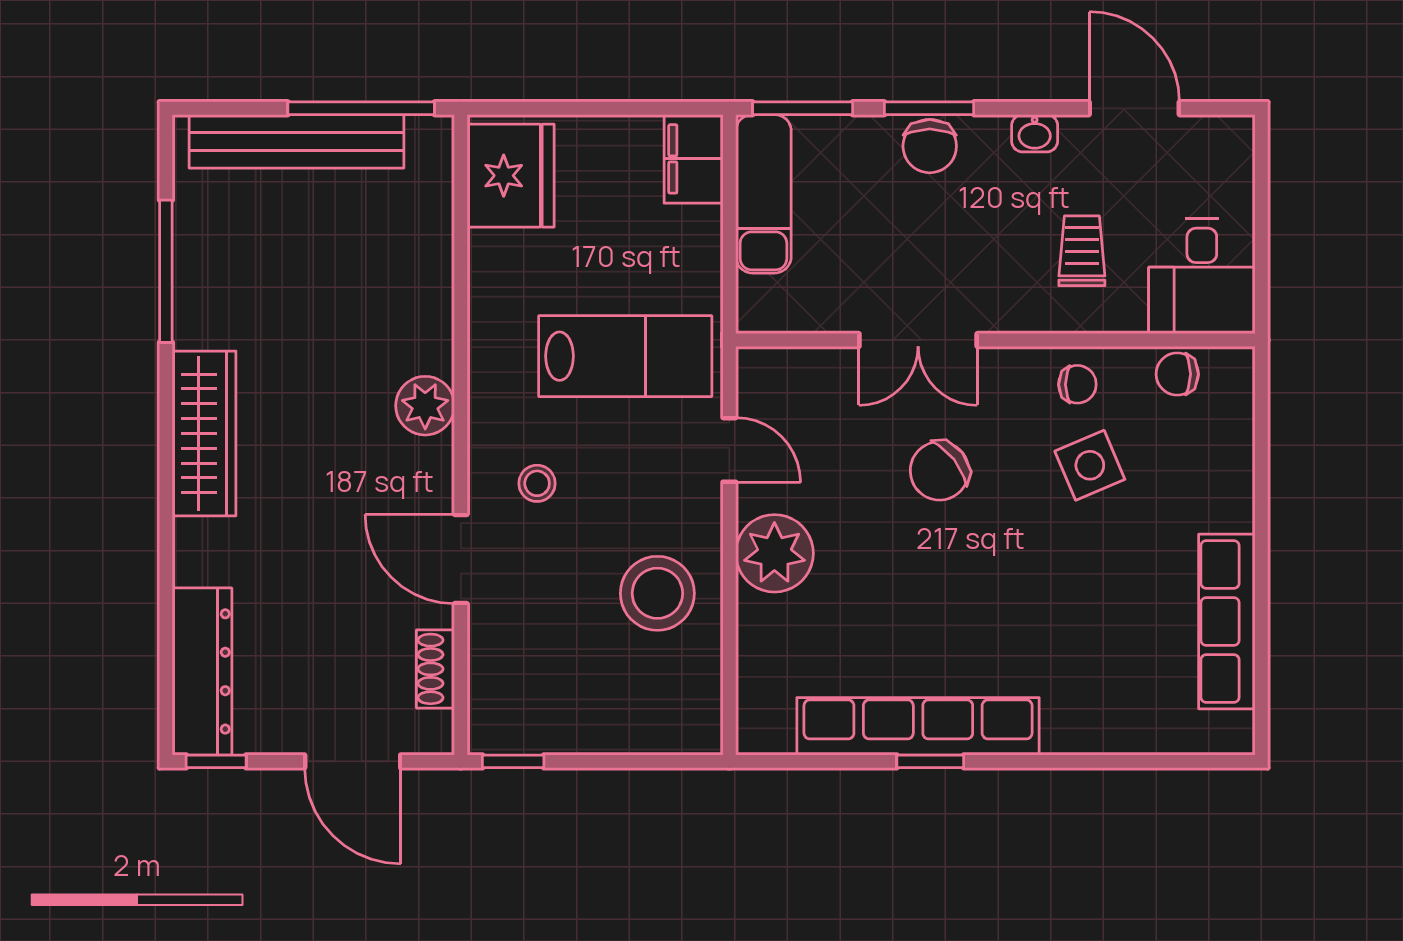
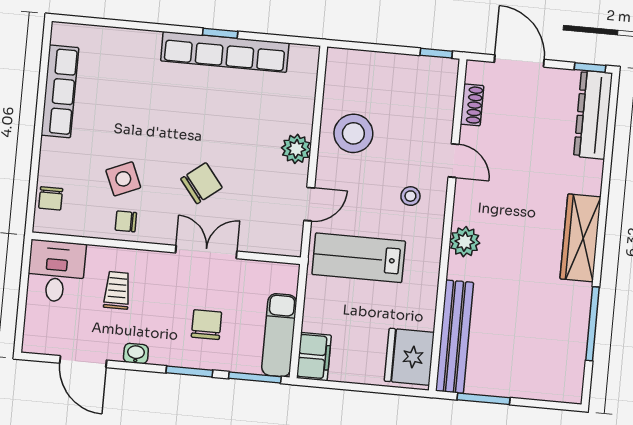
window: (361, 108) -> (484, 399), width x0.69
bench: (296, 141) -> (454, 337), moved, turned 90
chair: (930, 146) -> (206, 325), moved
trolley: (1082, 251) -> (117, 290), turned 180
chair: (1177, 374) -> (51, 198), moved, turned 90
door: (729, 450) -> (309, 204), swing flipped
plant: (774, 553) -> (296, 149), width x0.73, depth x0.73
door: (461, 559) -> (454, 161), width x0.73

